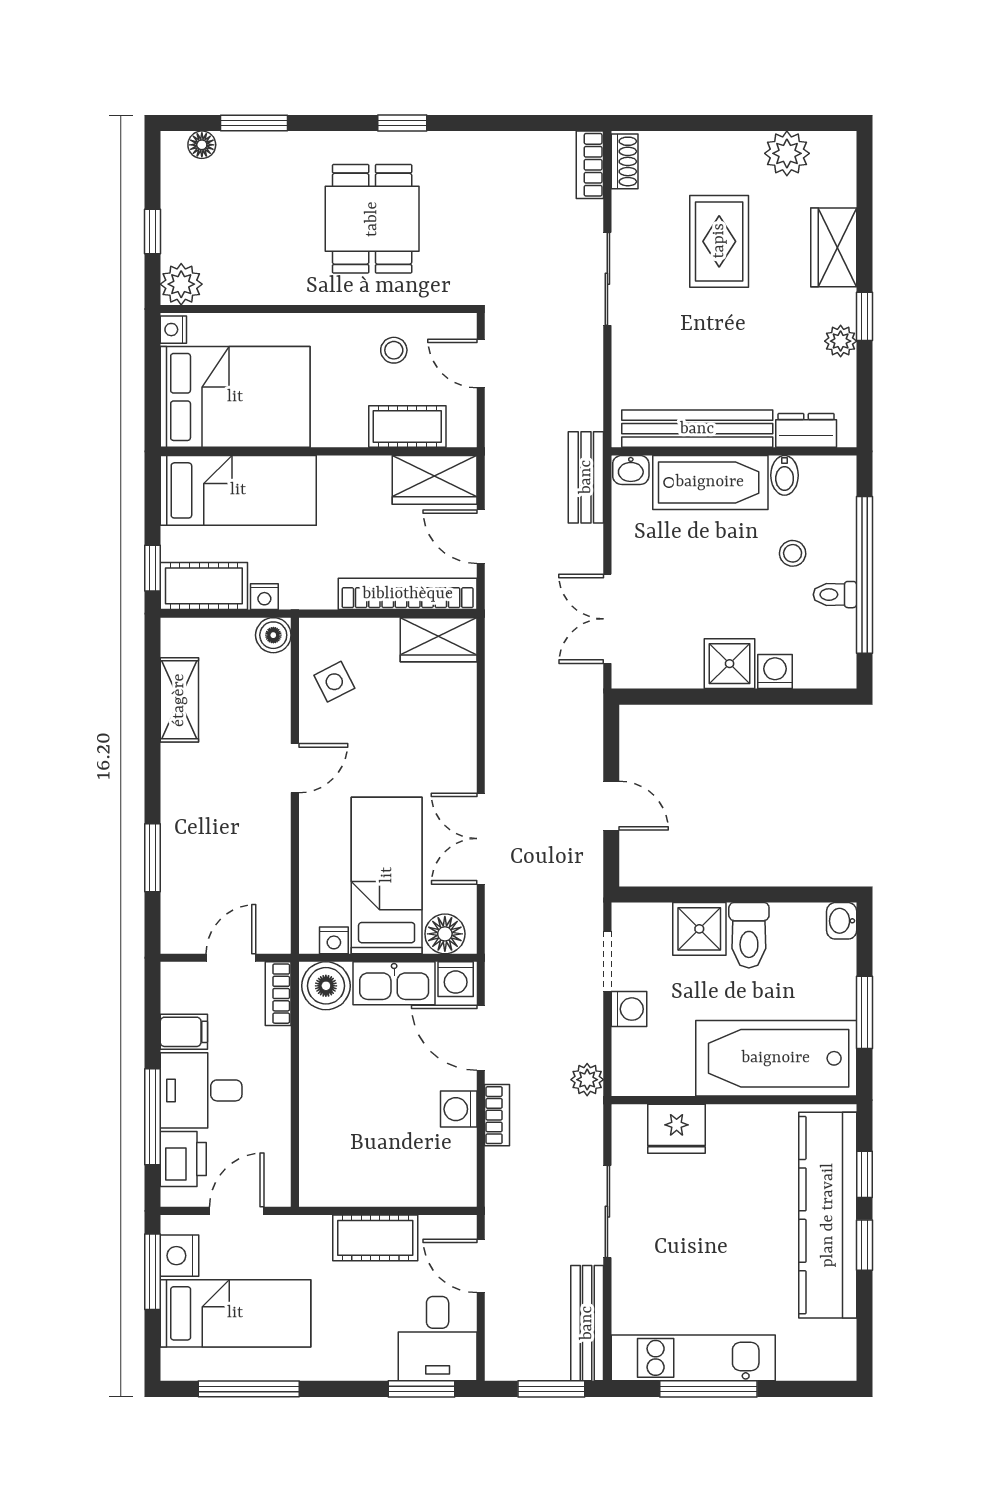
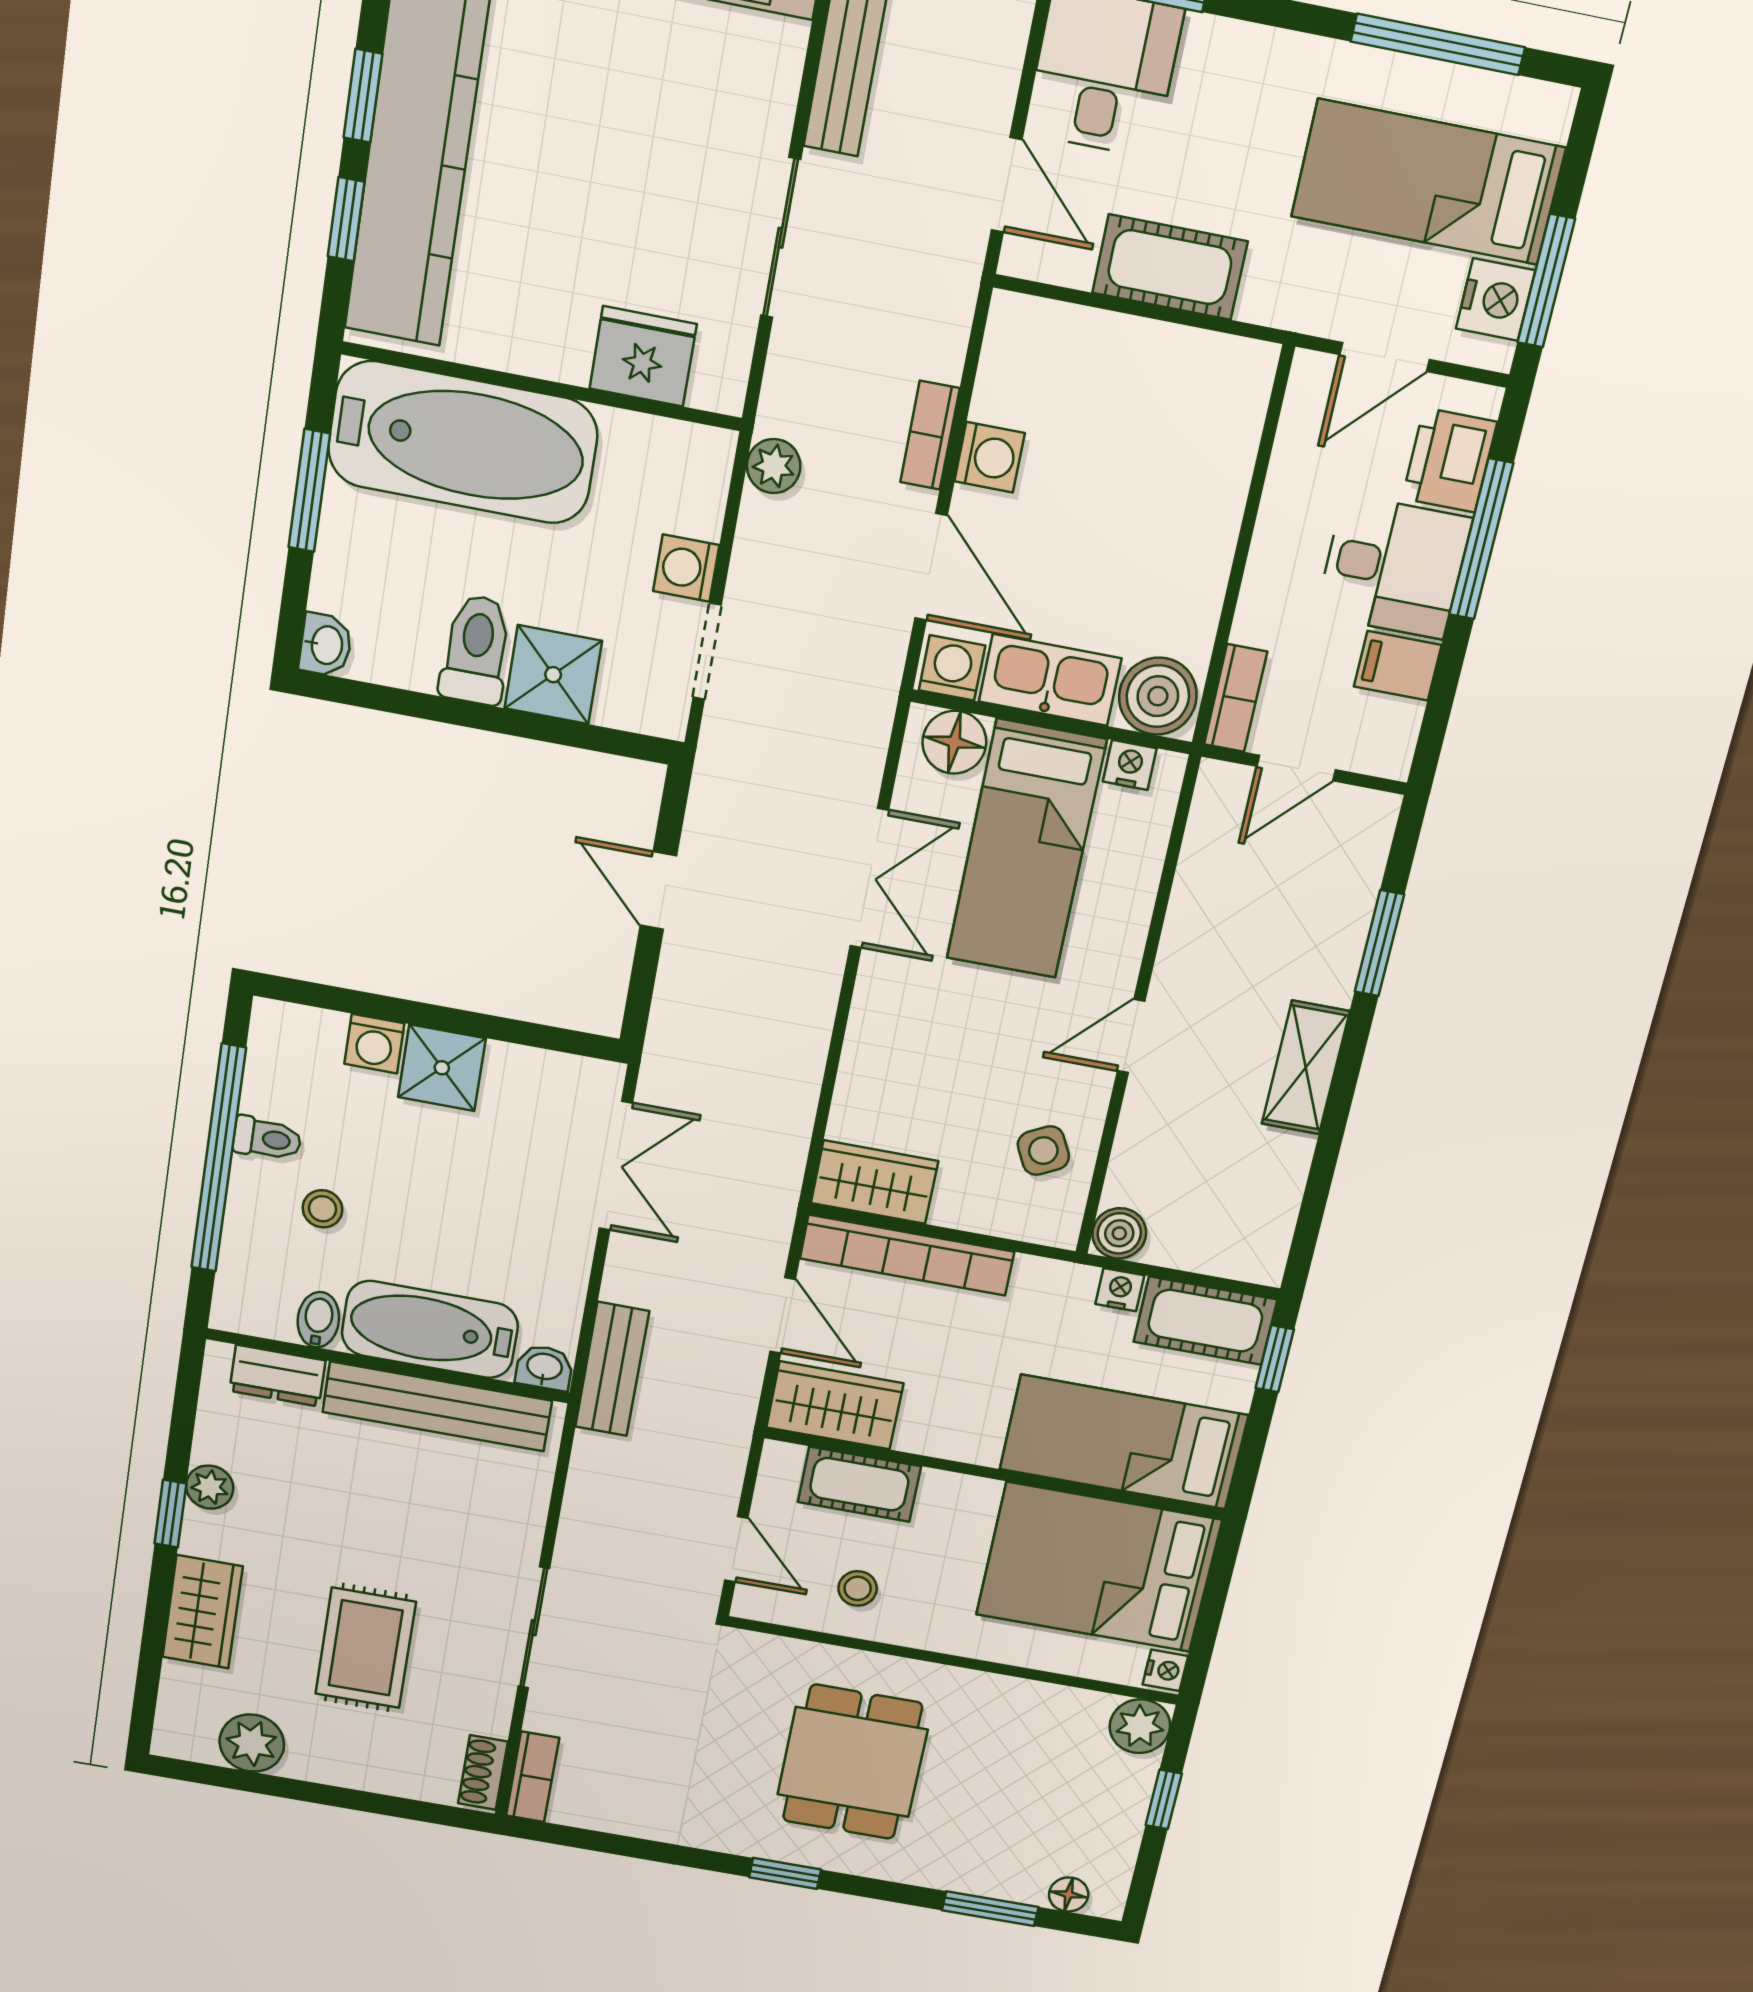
shelving: (179, 700) -> (1306, 1068), moved

